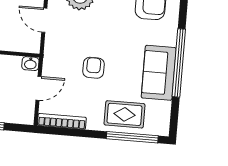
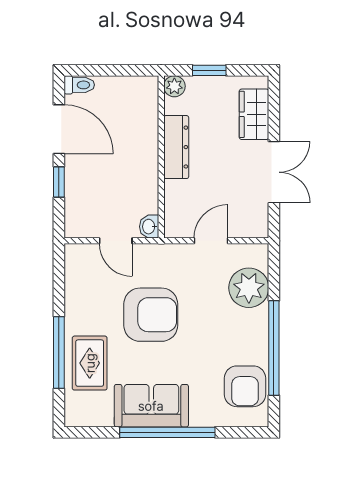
armchair: (94, 68) -> (151, 315), width x1.88, depth x1.88
bookcase: (62, 121) -> (73, 277), removed
window: (132, 137) -> (59, 353), moved

